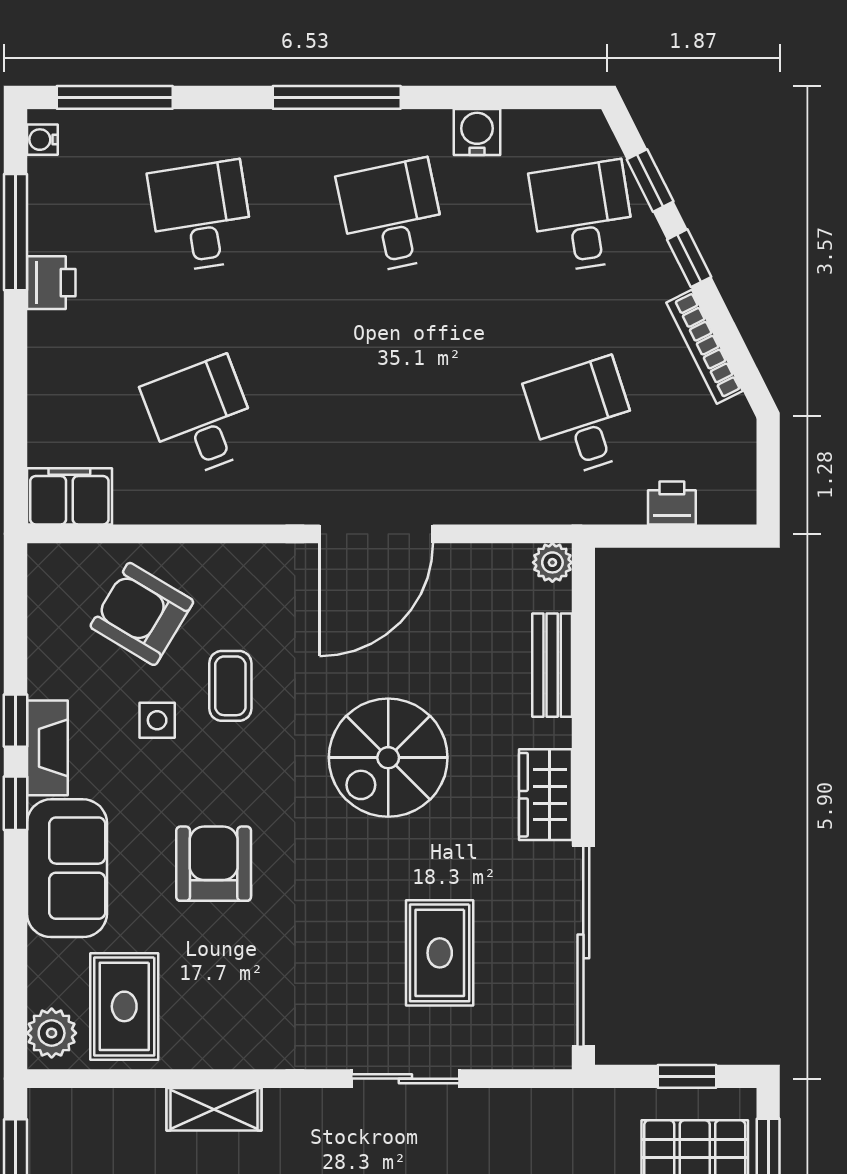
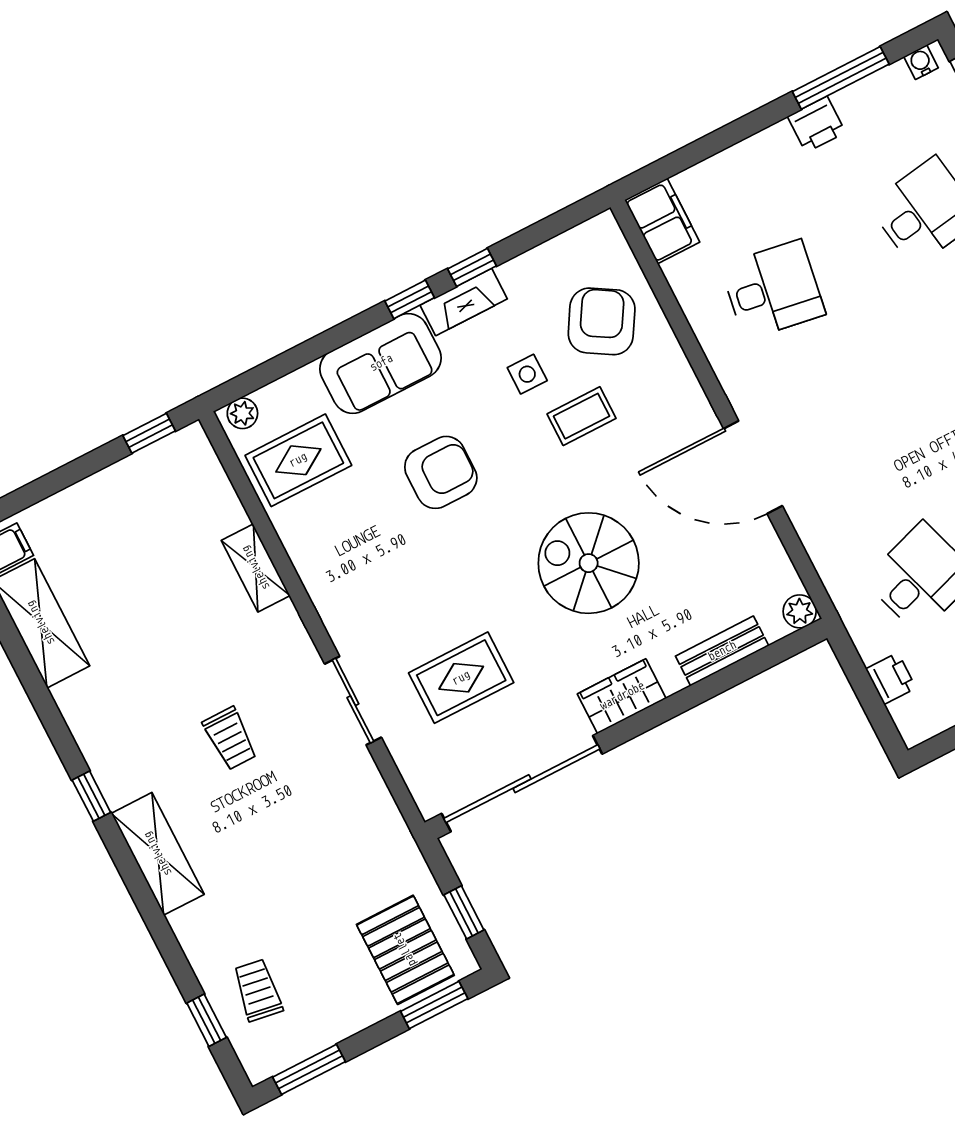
desk: (201, 417) -> (773, 290), turned 30
plant: (52, 1033) -> (242, 413), width x0.73, depth x0.73

